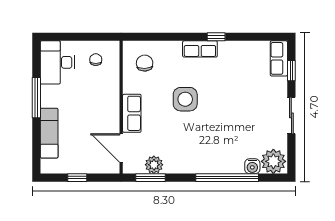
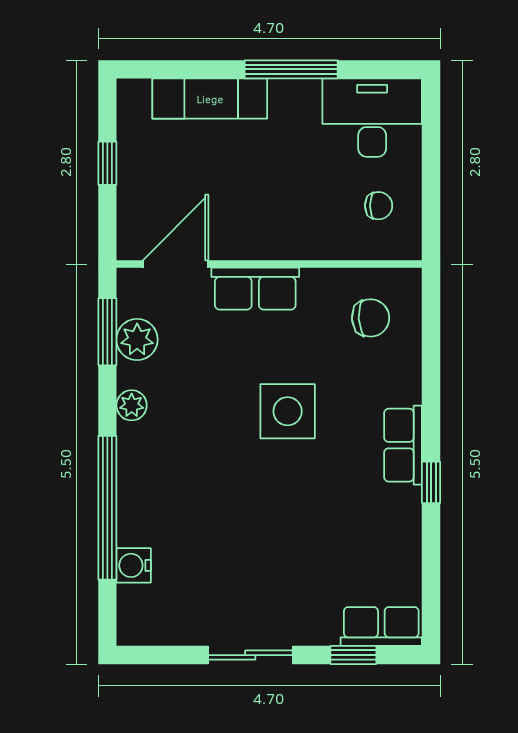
plant: (273, 161) -> (132, 405), moved, width x0.53, depth x0.53

